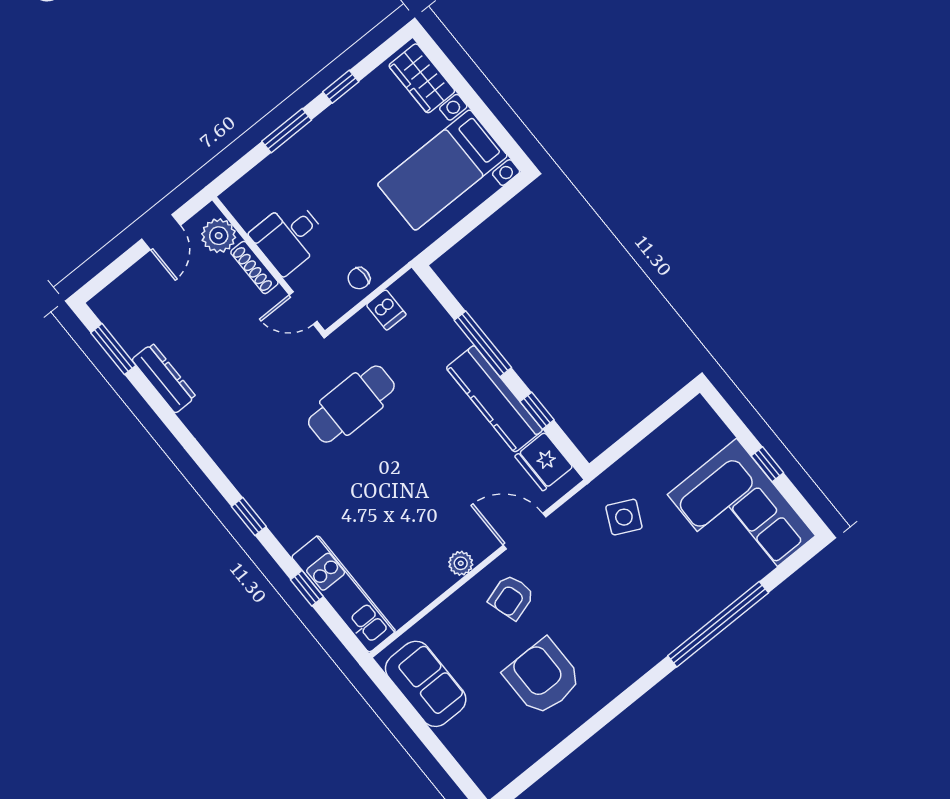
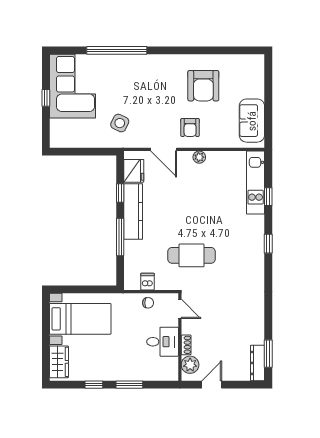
shoe rack: (254, 267) -> (186, 345), width x0.70
dresser: (164, 378) -> (257, 363), moved
armchair: (511, 597) -> (190, 127), turned 107

